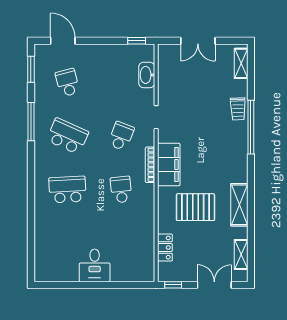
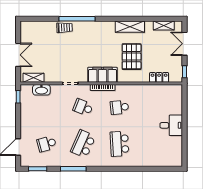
shelving: (241, 63) -> (34, 78), moved

